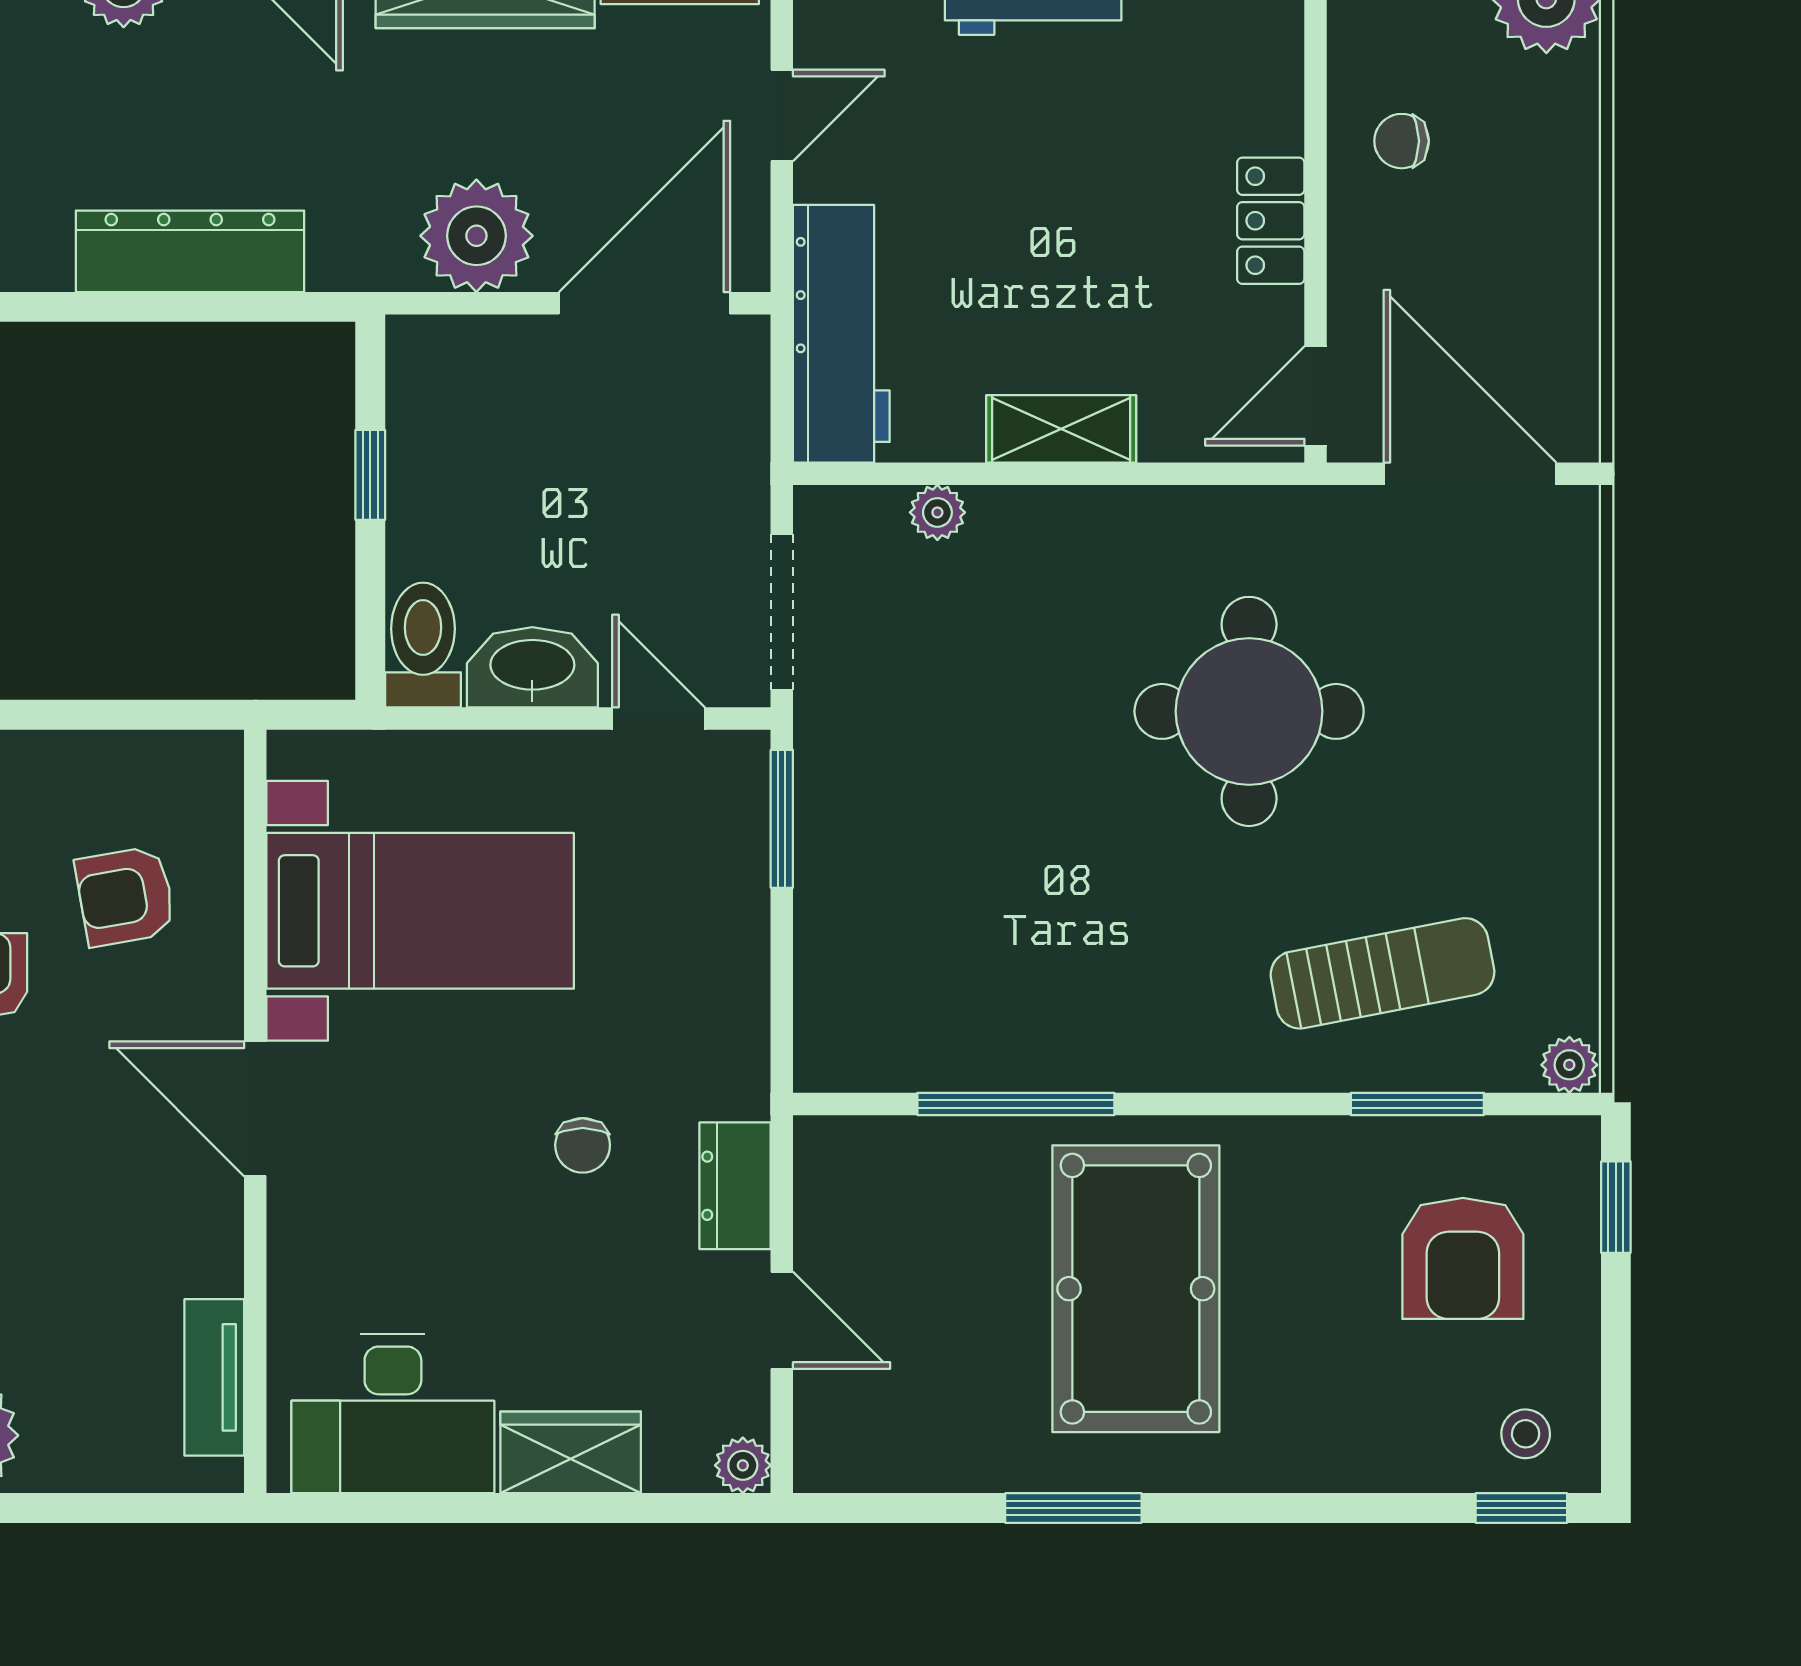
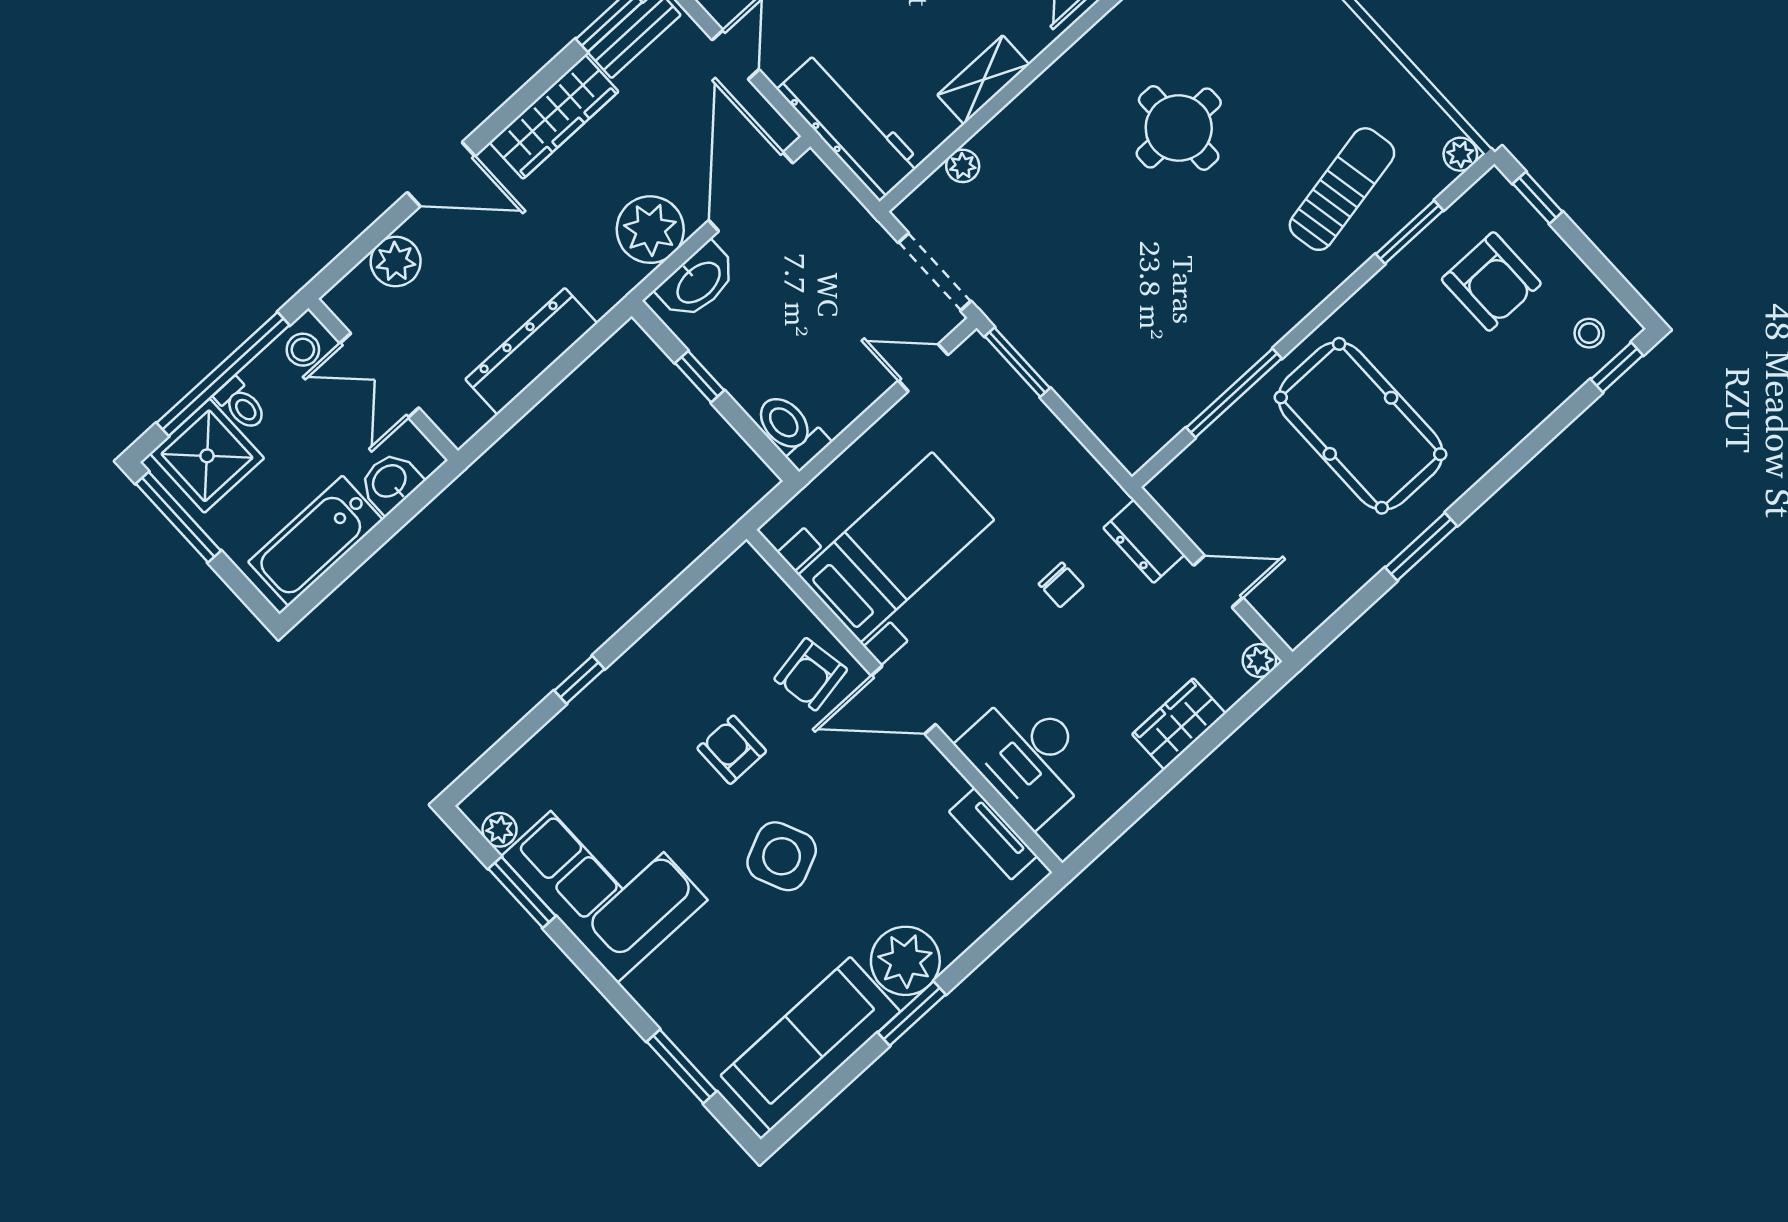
washbasin: (532, 667) -> (698, 282), moved, turned 180
round table: (1249, 711) -> (1179, 128), width x0.73, depth x0.73
armchair: (125, 896) -> (811, 674), moved
desk: (393, 1413) -> (1028, 756), moved, turned 90

